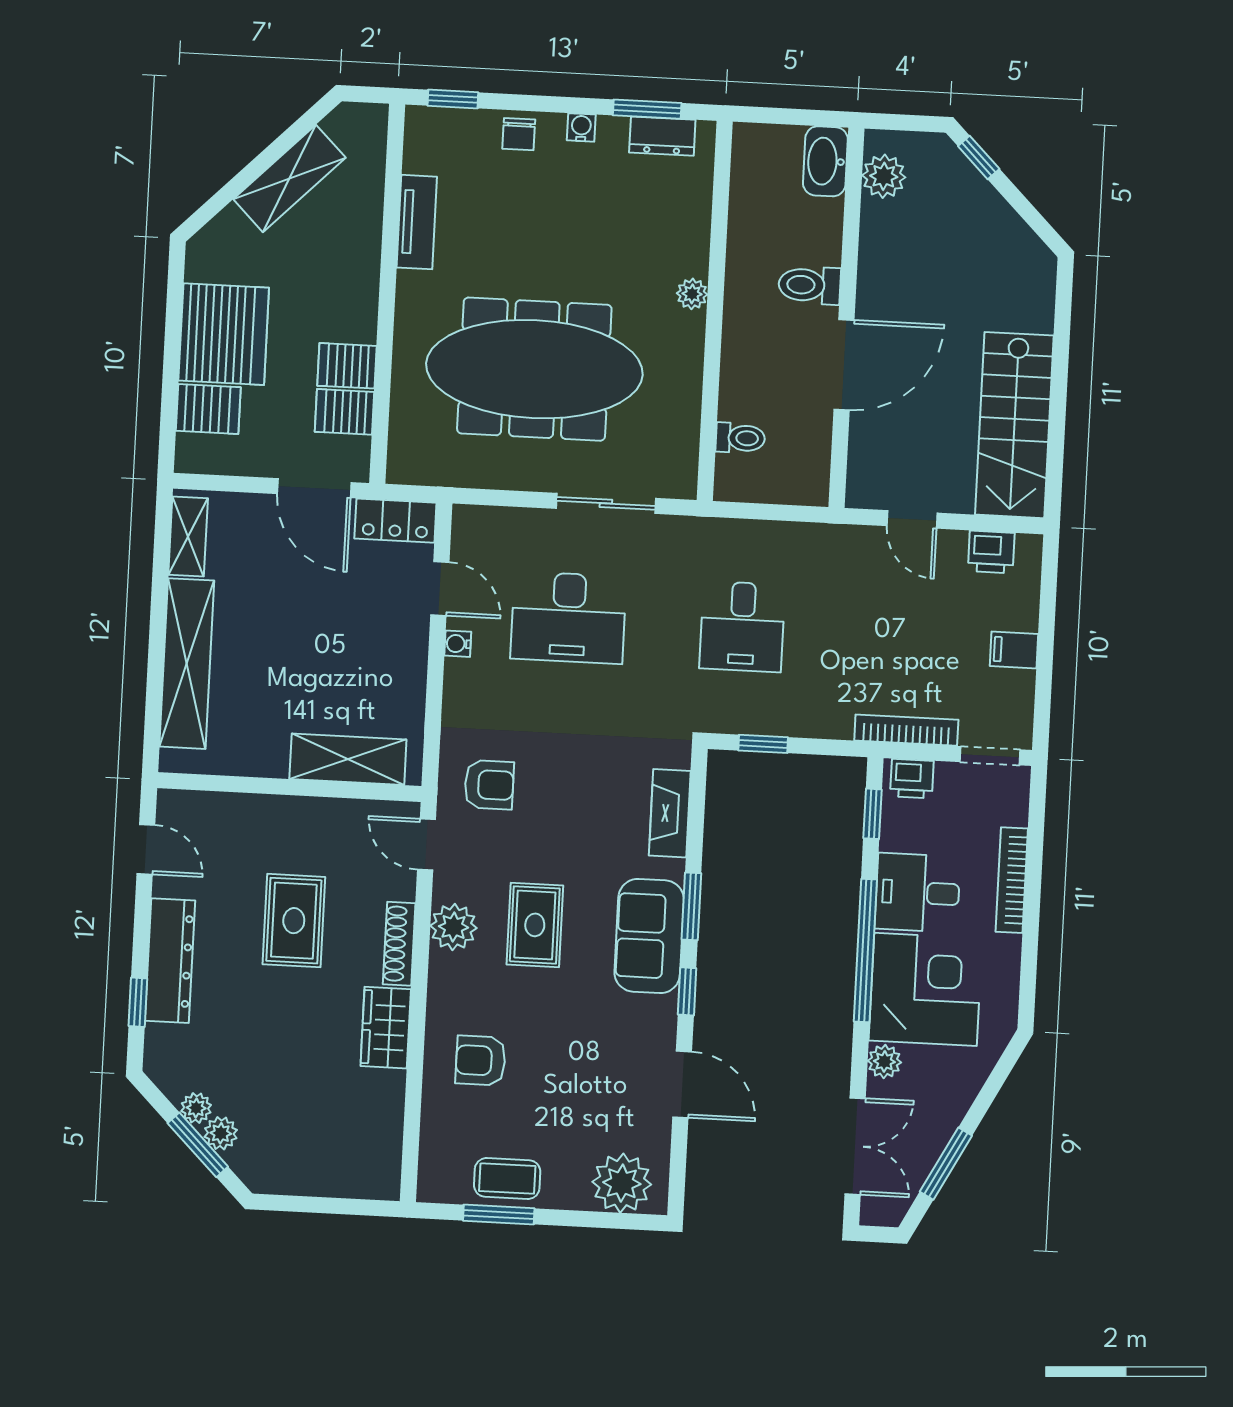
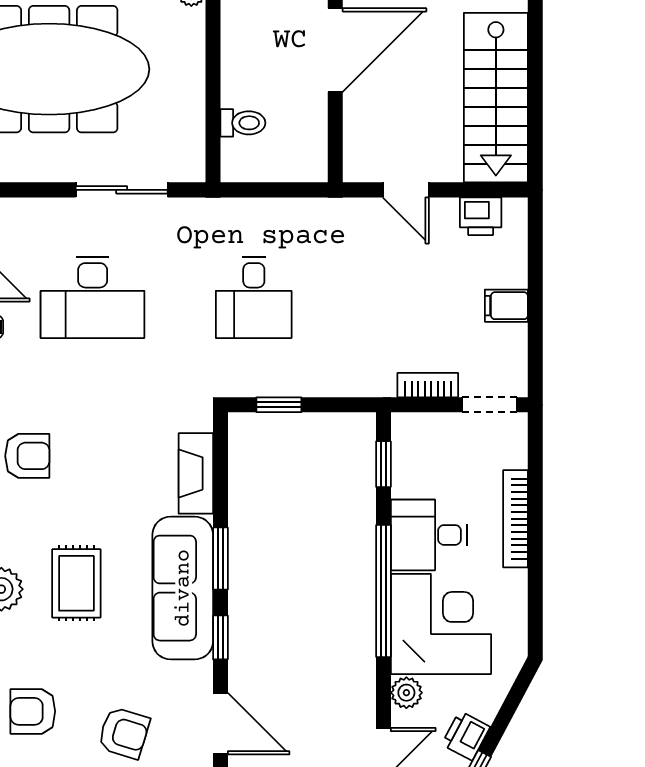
bookcase: (906, 730) -> (428, 385), width x0.64
printer: (912, 779) -> (466, 736), moved, turned 118
sofa: (649, 936) -> (183, 588), width x1.36
armchair: (577, 1089) -> (124, 733), added

